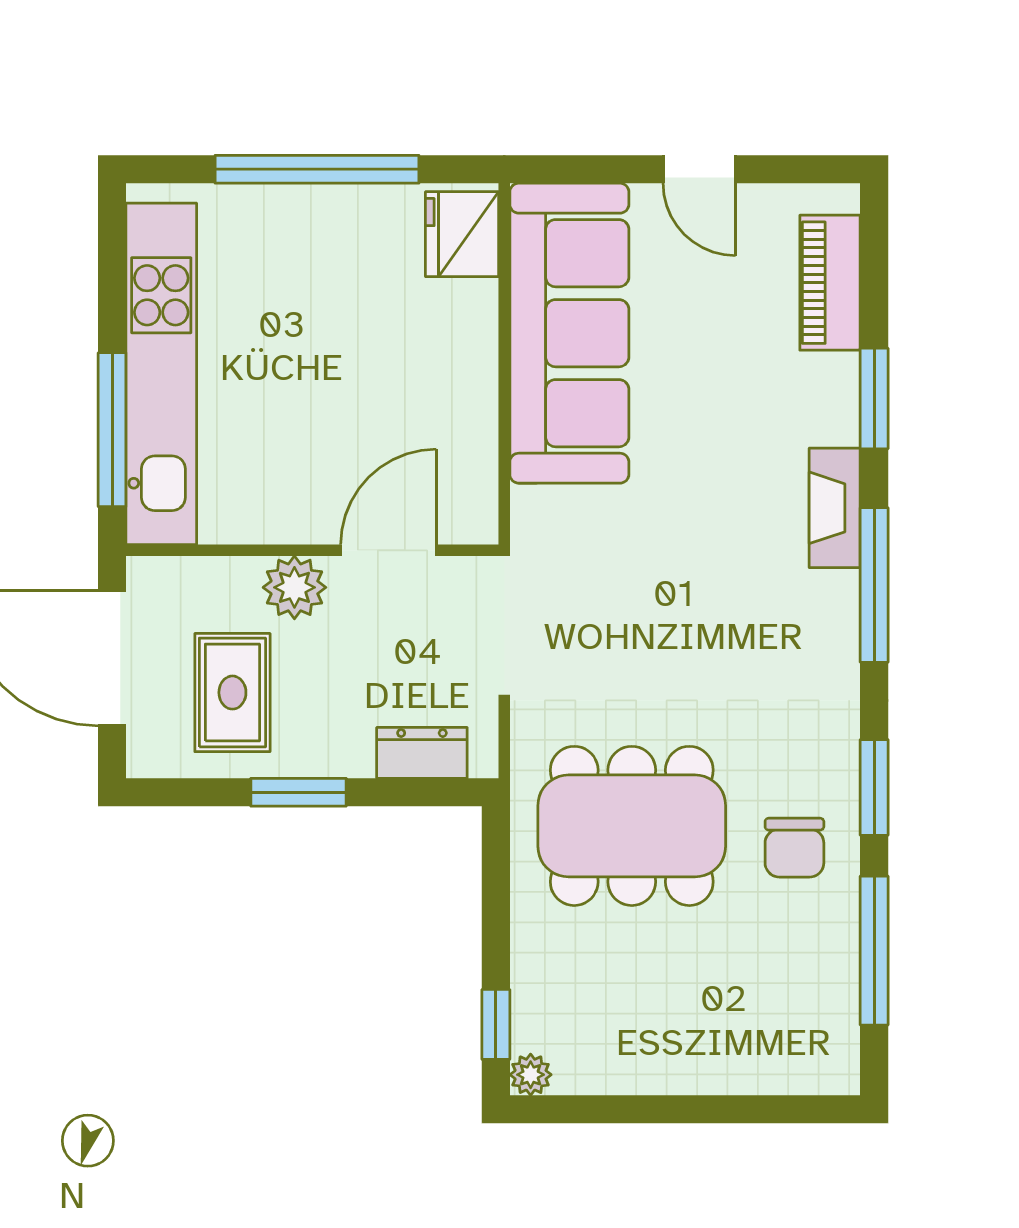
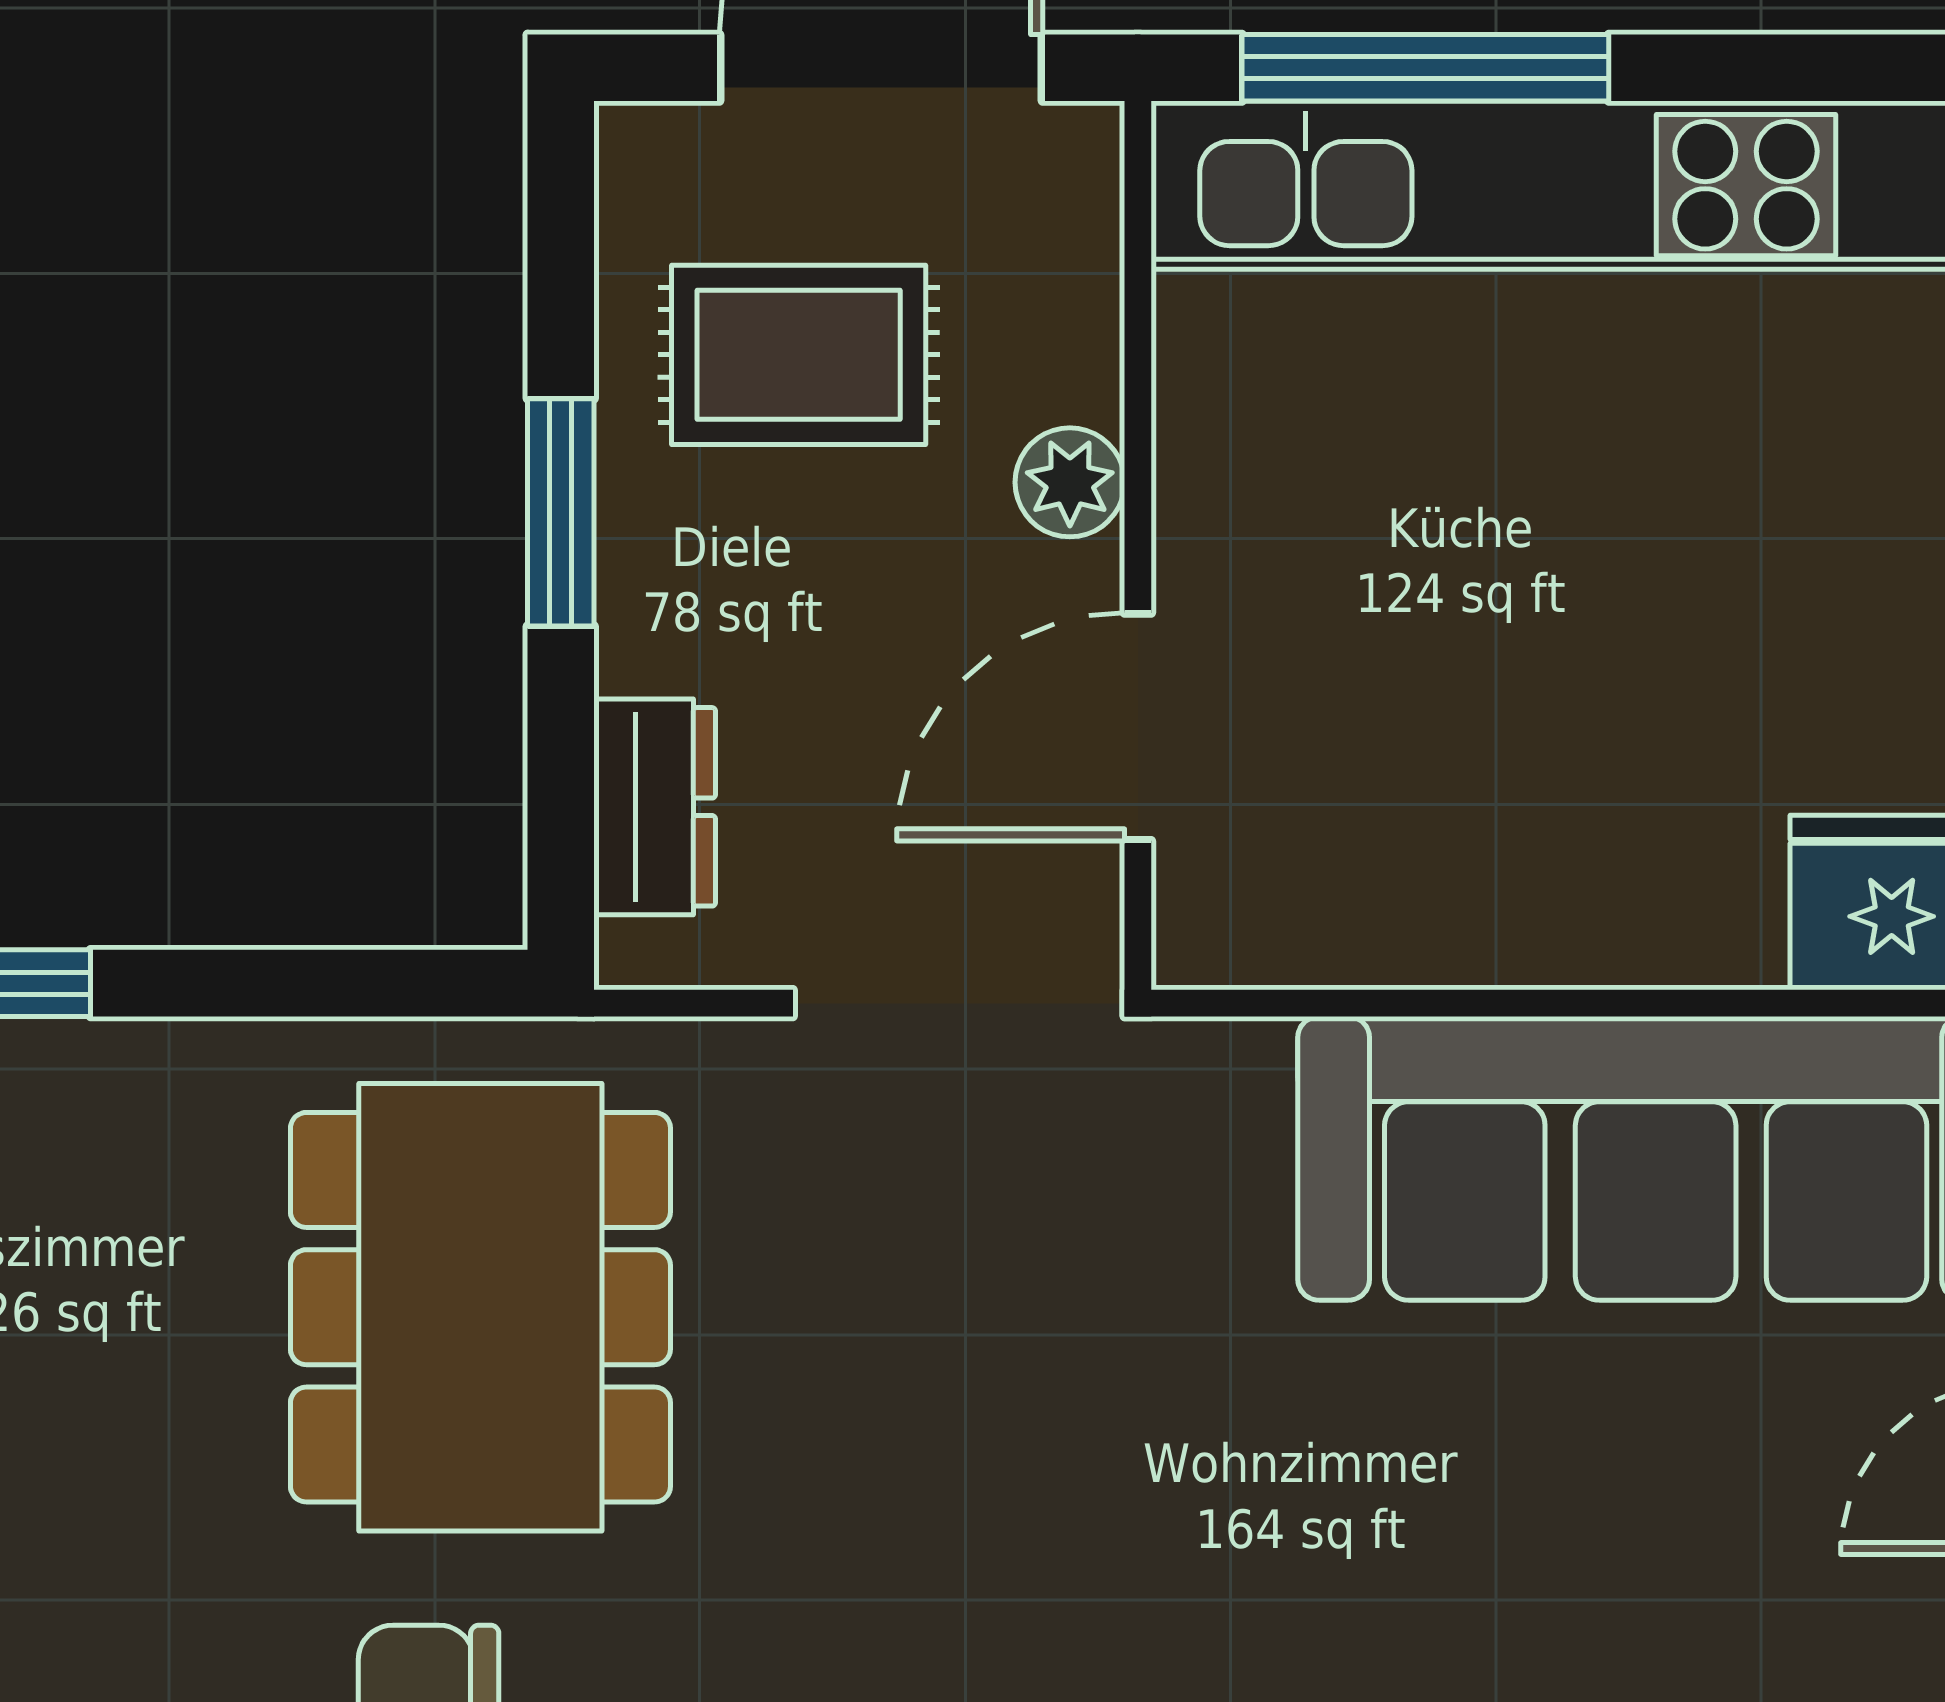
door: (388, 550) -> (1138, 727), swing flipped
plant: (294, 587) -> (1070, 482), width x0.73, depth x0.73

